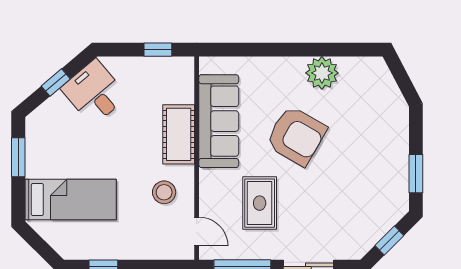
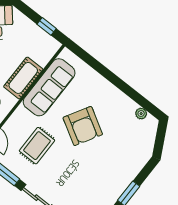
plant: (322, 73) -> (141, 114), moved, width x0.53, depth x0.53

